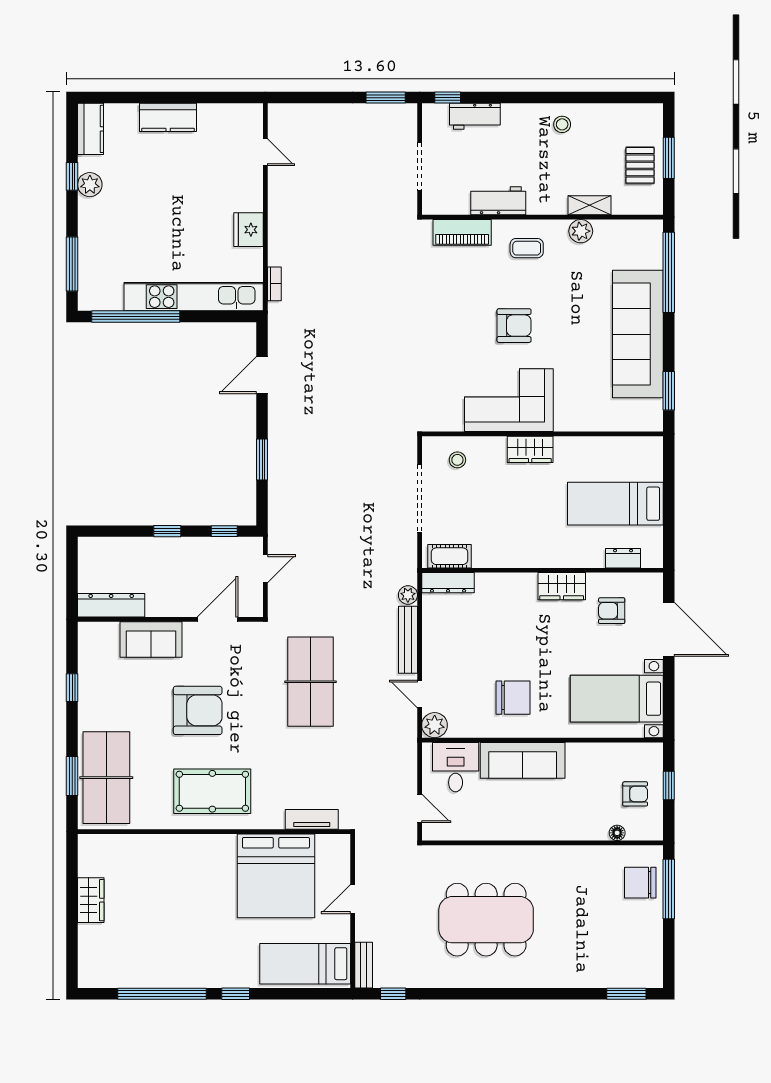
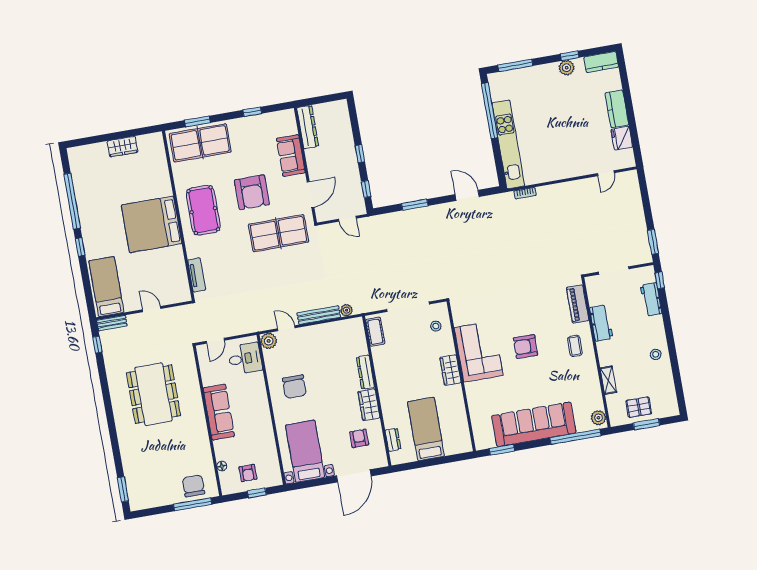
fridge: (249, 230) -> (622, 138), moved, turned -90
plant: (581, 231) -> (598, 418), moved
armchair: (514, 326) -> (525, 347), turned 91
dresser: (448, 583) -> (365, 372), moved
door: (217, 619) -> (311, 195), hinge flipped
table tennis table: (311, 682) -> (279, 233), moved
door: (420, 694) -> (286, 328), hinge flipped
sofa: (523, 760) -> (219, 412), moved, turned 180
bed: (276, 876) -> (152, 224), moved

